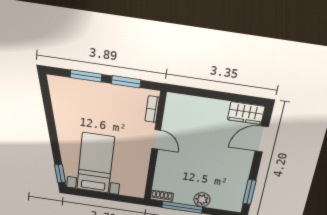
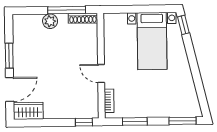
window: (86, 76) -> (183, 121), moved
window: (185, 90) -> (84, 122), added
window: (249, 192) -> (9, 56), moved
shoe rack: (162, 196) -> (83, 18), width x1.43

